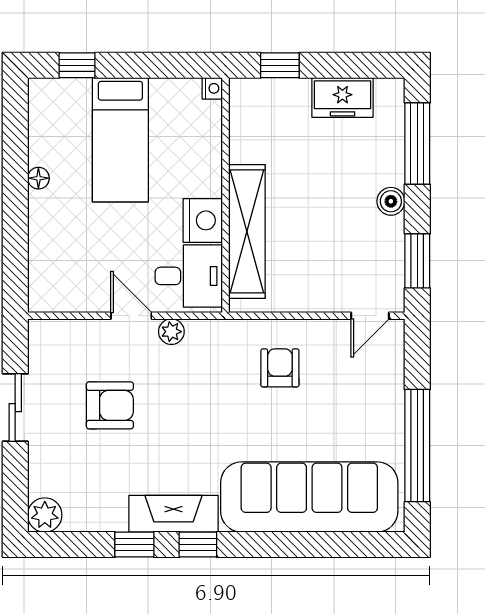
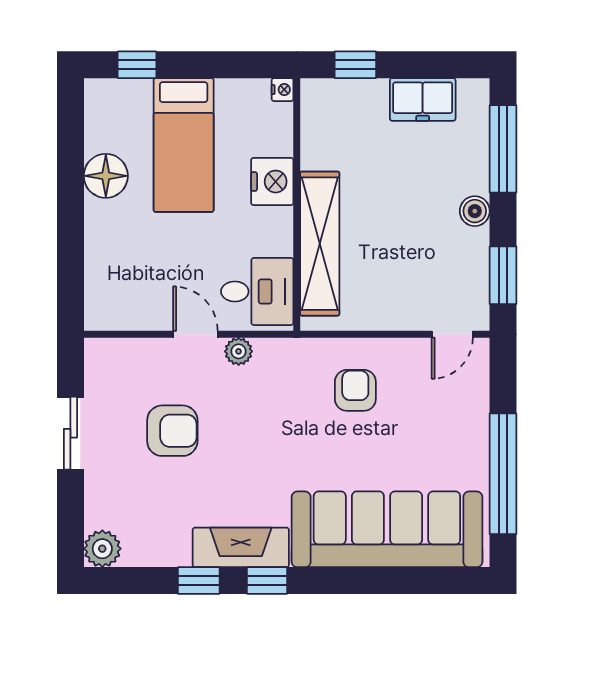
floor lamp: (38, 178) -> (106, 176), width x1.89, depth x1.89
nightstand: (203, 220) -> (272, 182), moved

